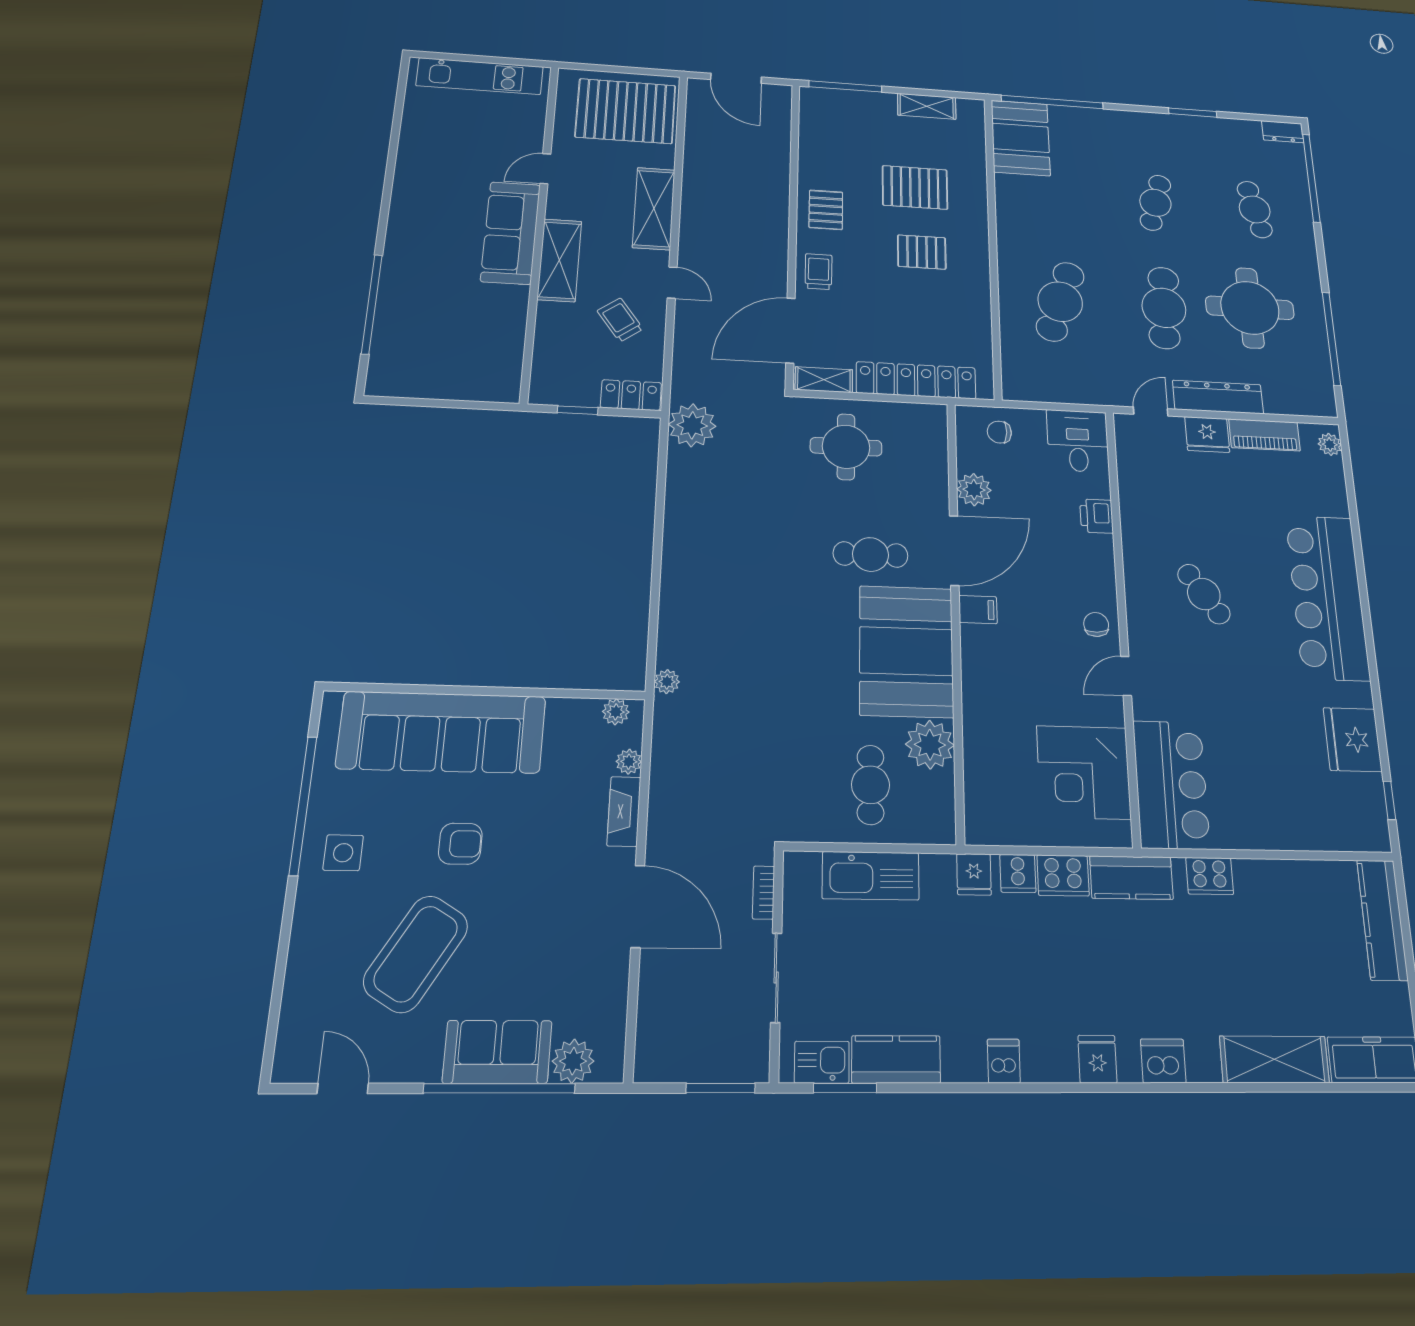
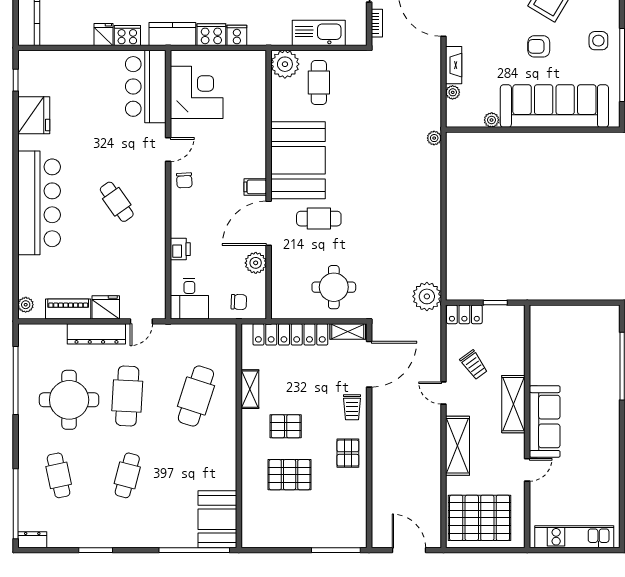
shelving: (927, 106) -> (250, 389), moved, turned 90
plant: (616, 712) -> (492, 120), moved
plant: (930, 745) -> (285, 64), moved
fridge: (974, 874) -> (103, 34), moved

